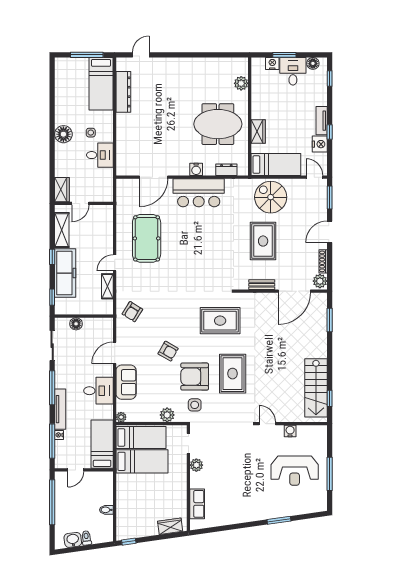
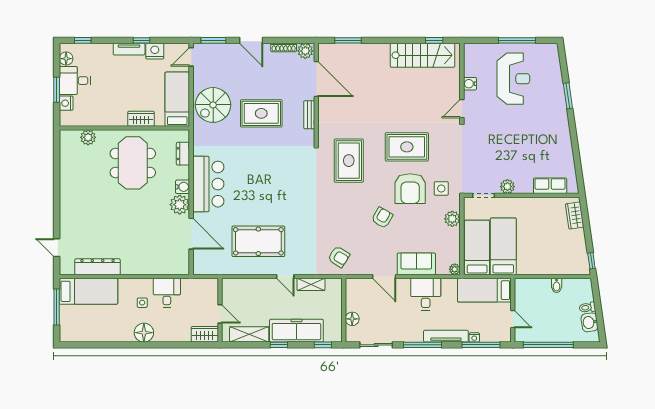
plant: (180, 167) -> (180, 205), added

